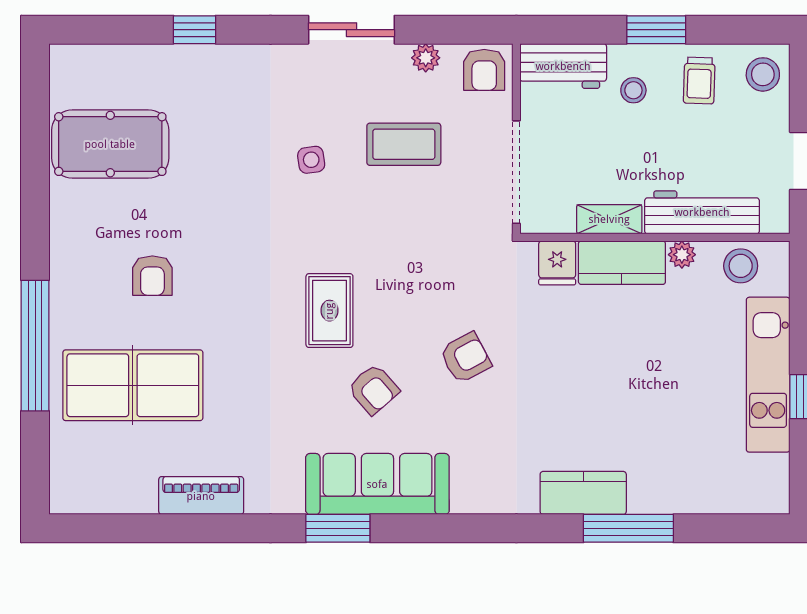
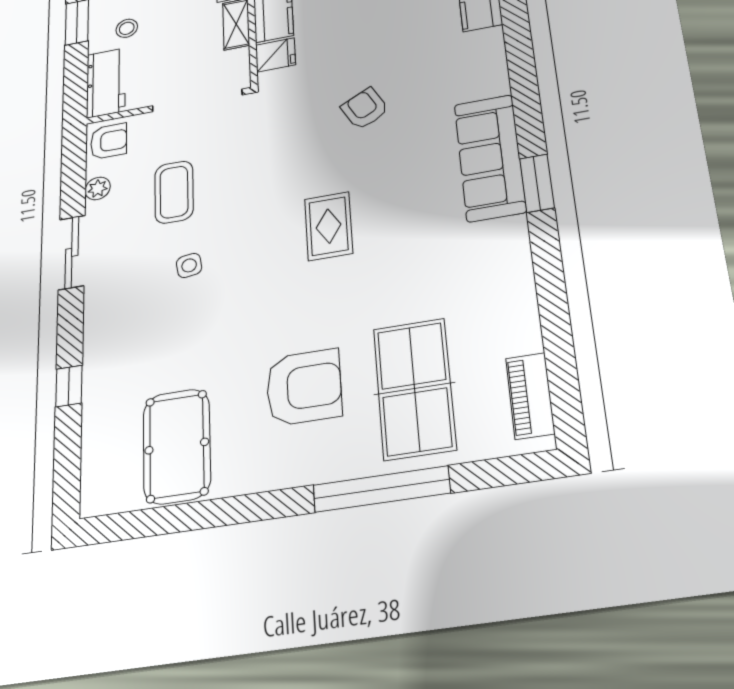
armchair: (152, 276) -> (304, 387), width x1.88, depth x1.88
rug: (329, 311) -> (329, 226), turned 90
armchair: (373, 389) -> (400, 177), removed
piano: (201, 496) -> (530, 396), moved

